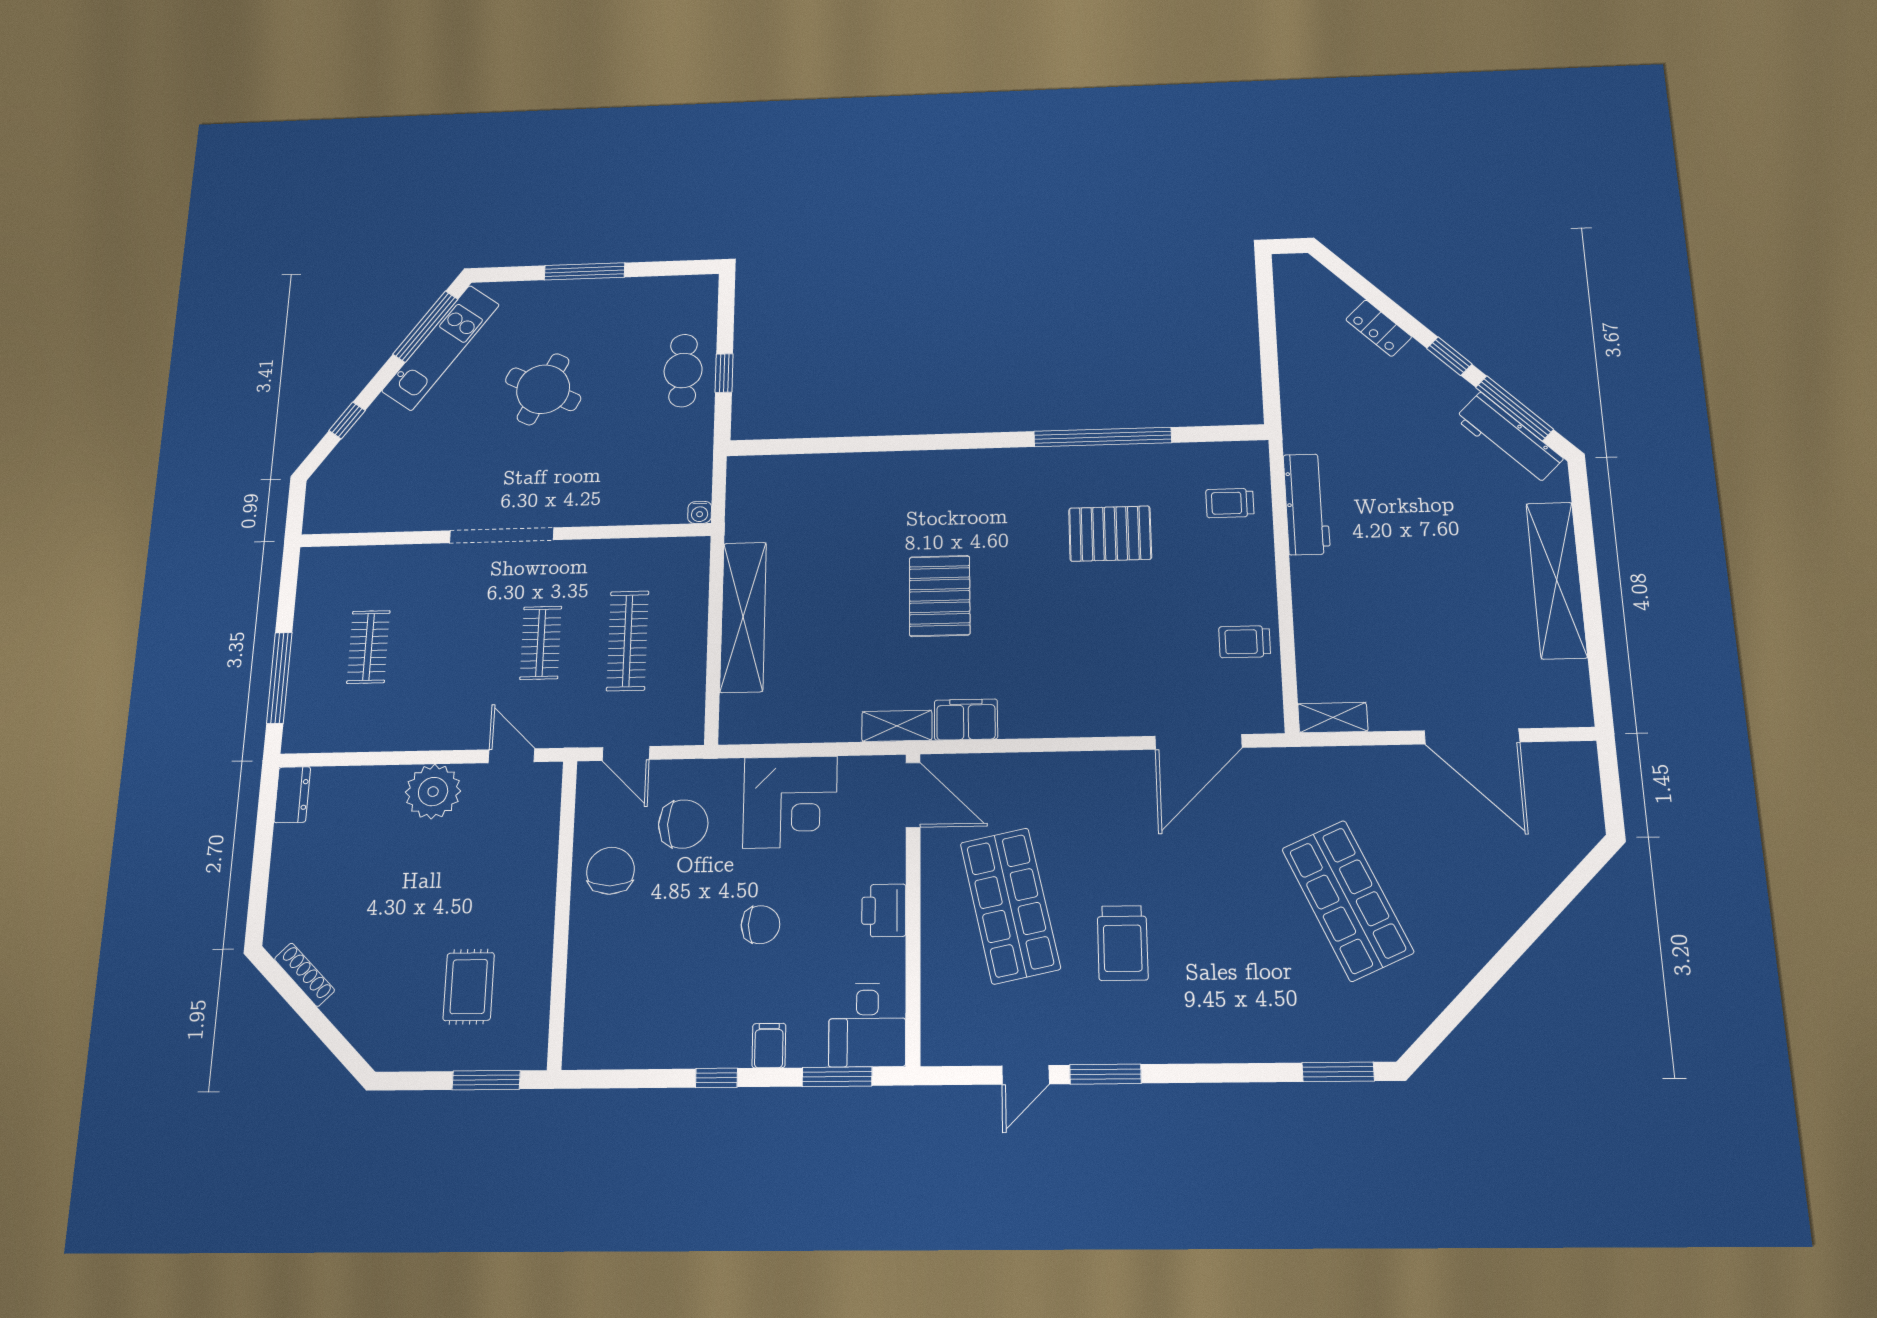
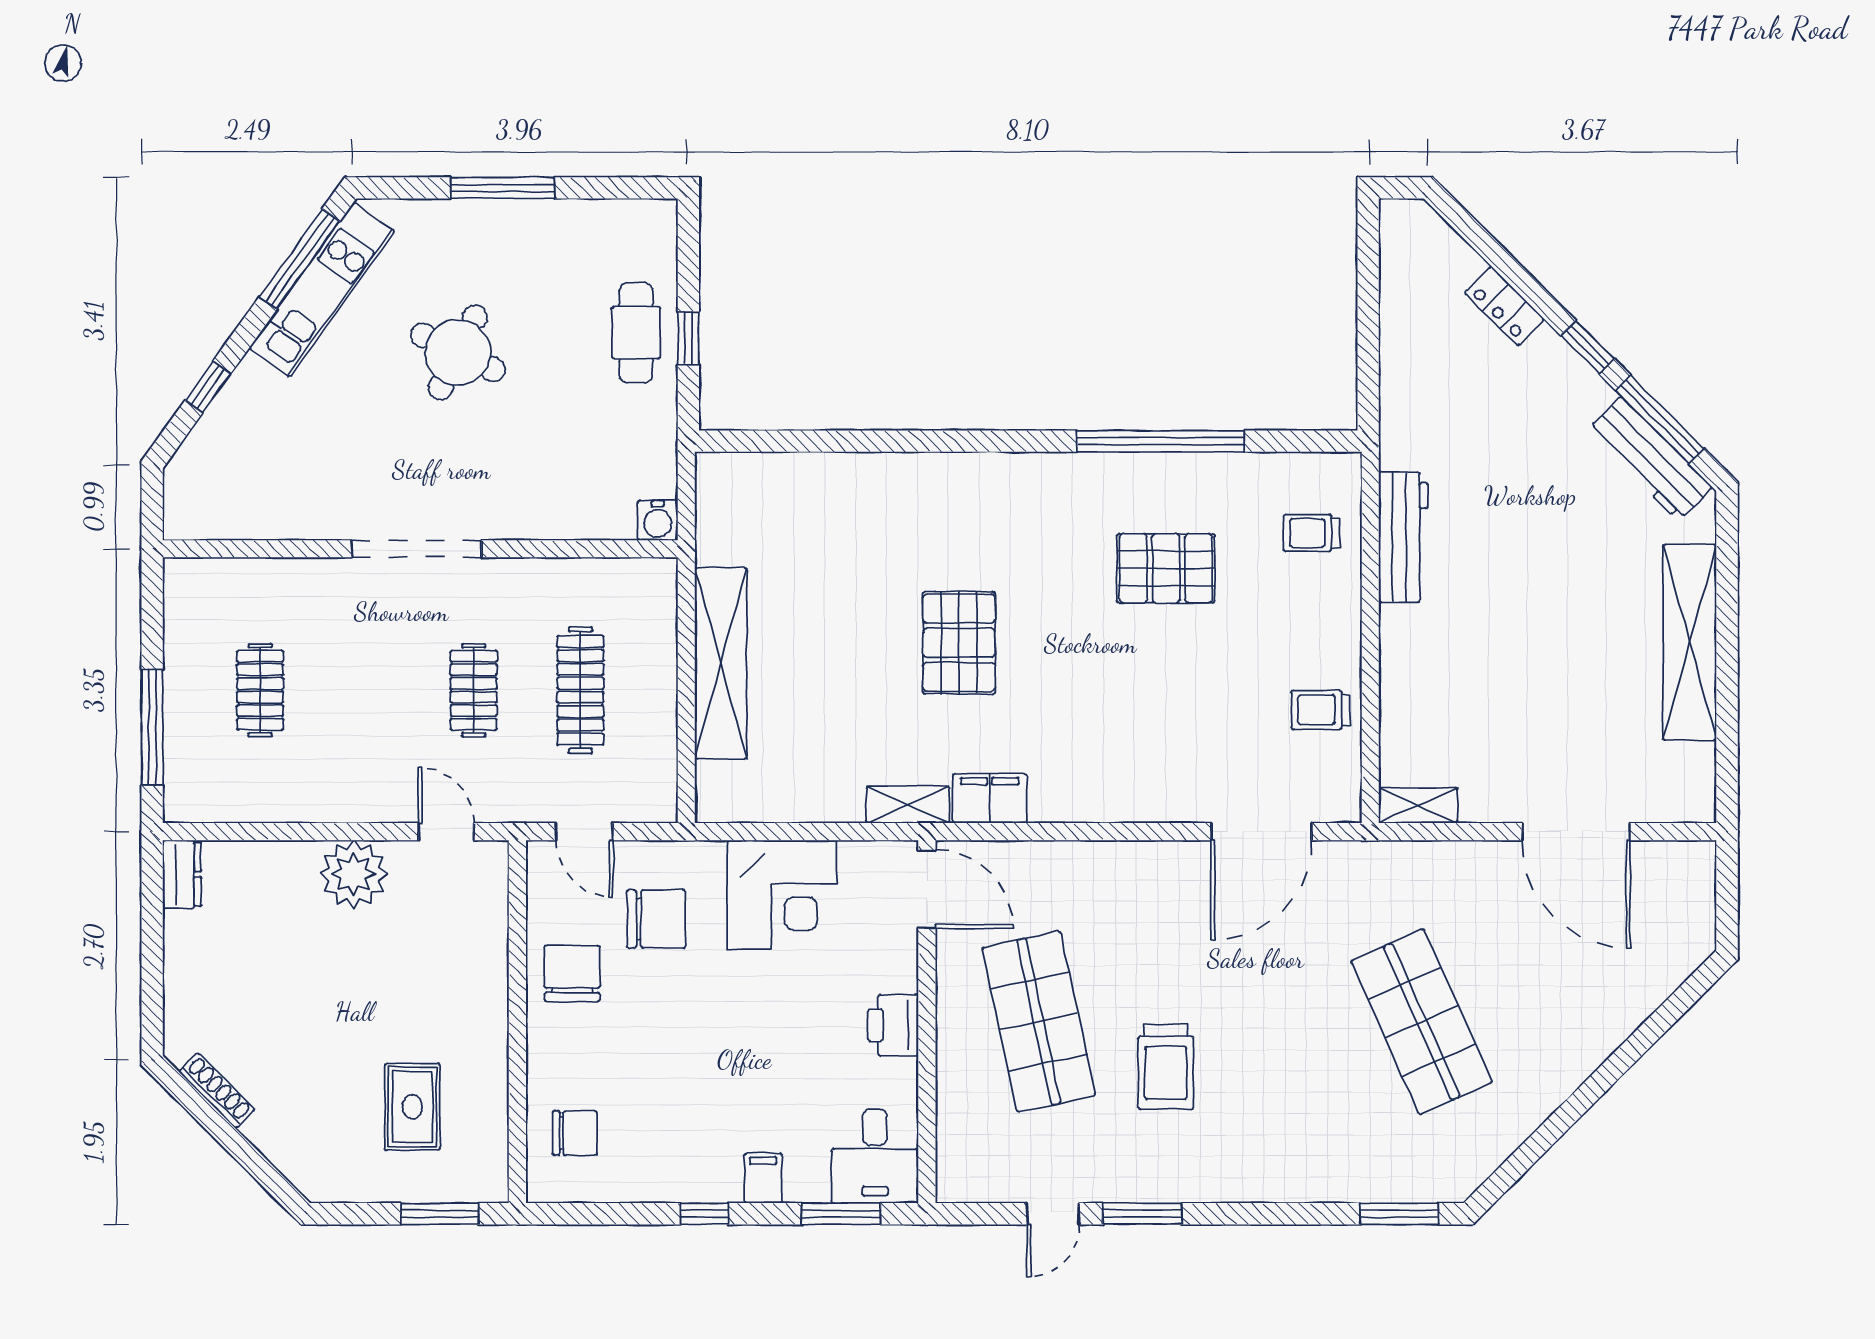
water cooler: (700, 512) -> (658, 520), width x1.38, depth x1.38
chair: (760, 925) -> (575, 1133), moved

